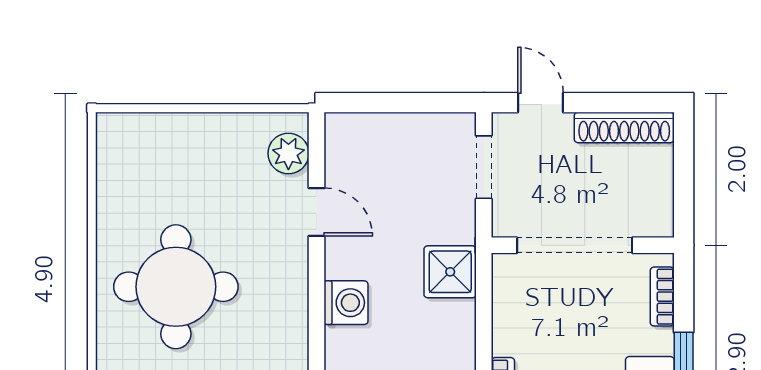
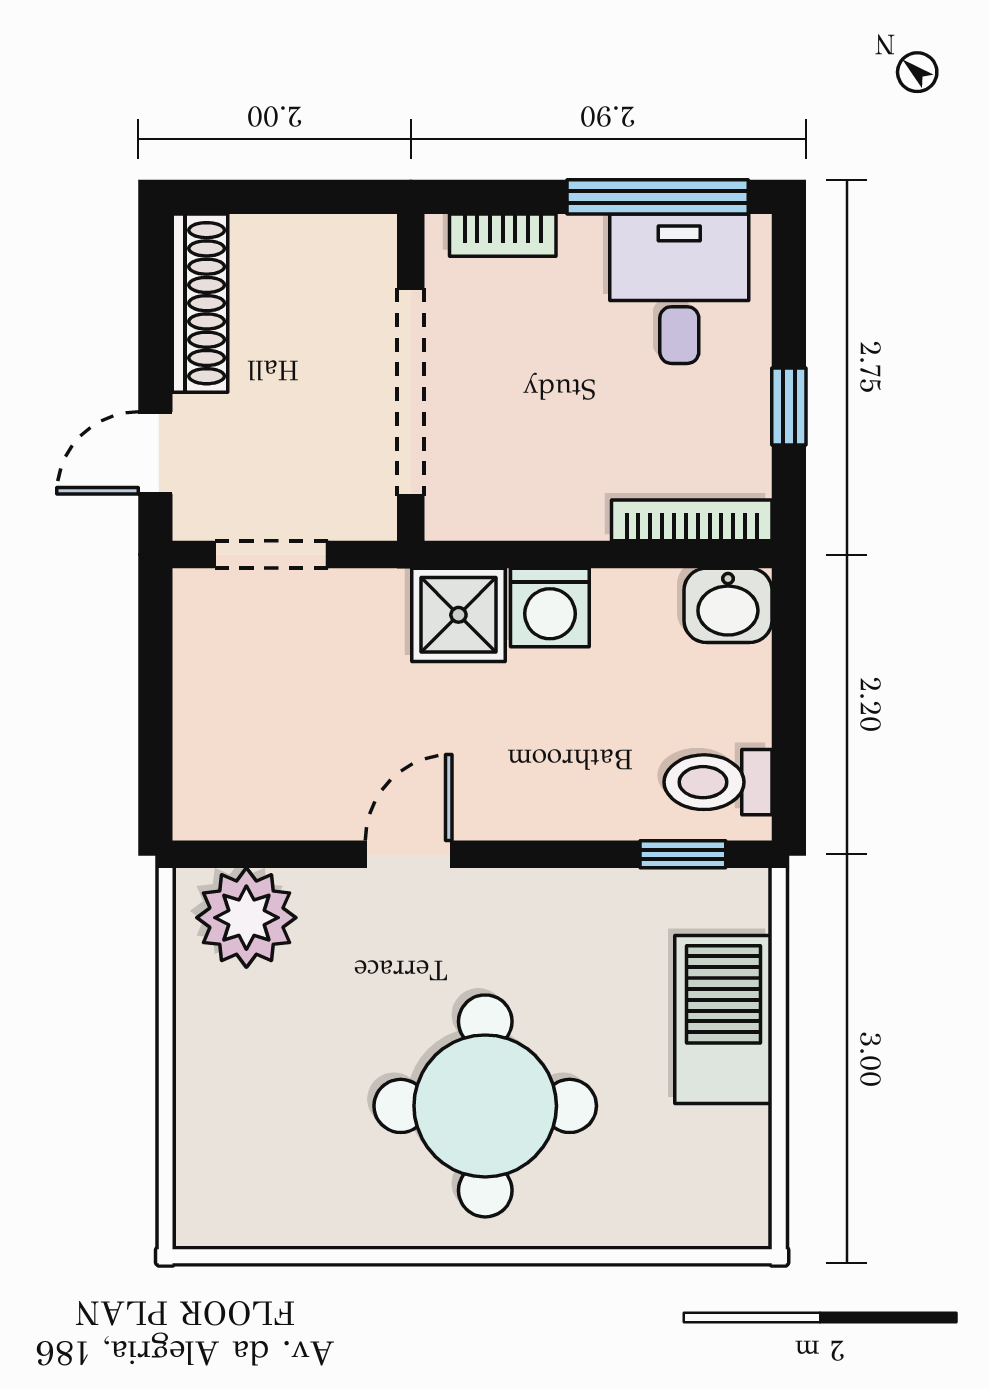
plant: (288, 153) -> (246, 918), width x1.36, depth x1.36
door: (316, 212) -> (409, 854), moved
washing machine: (346, 303) -> (550, 607), moved, turned 180

